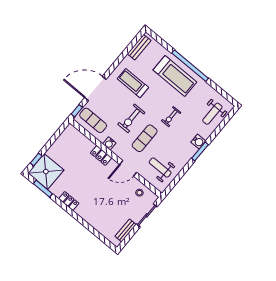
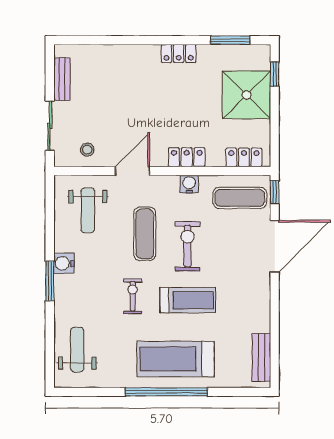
treadmill: (133, 83) -> (188, 300), moved
locker: (78, 136) -> (244, 157), added
water cooler: (198, 142) -> (64, 263), moved
weight bench: (160, 168) -> (88, 210), turned 90
shower: (46, 172) -> (247, 95), moved

